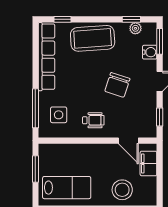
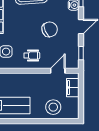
chair: (117, 85) -> (50, 29), turned -131
door: (128, 141) -> (58, 71), swing flipped

